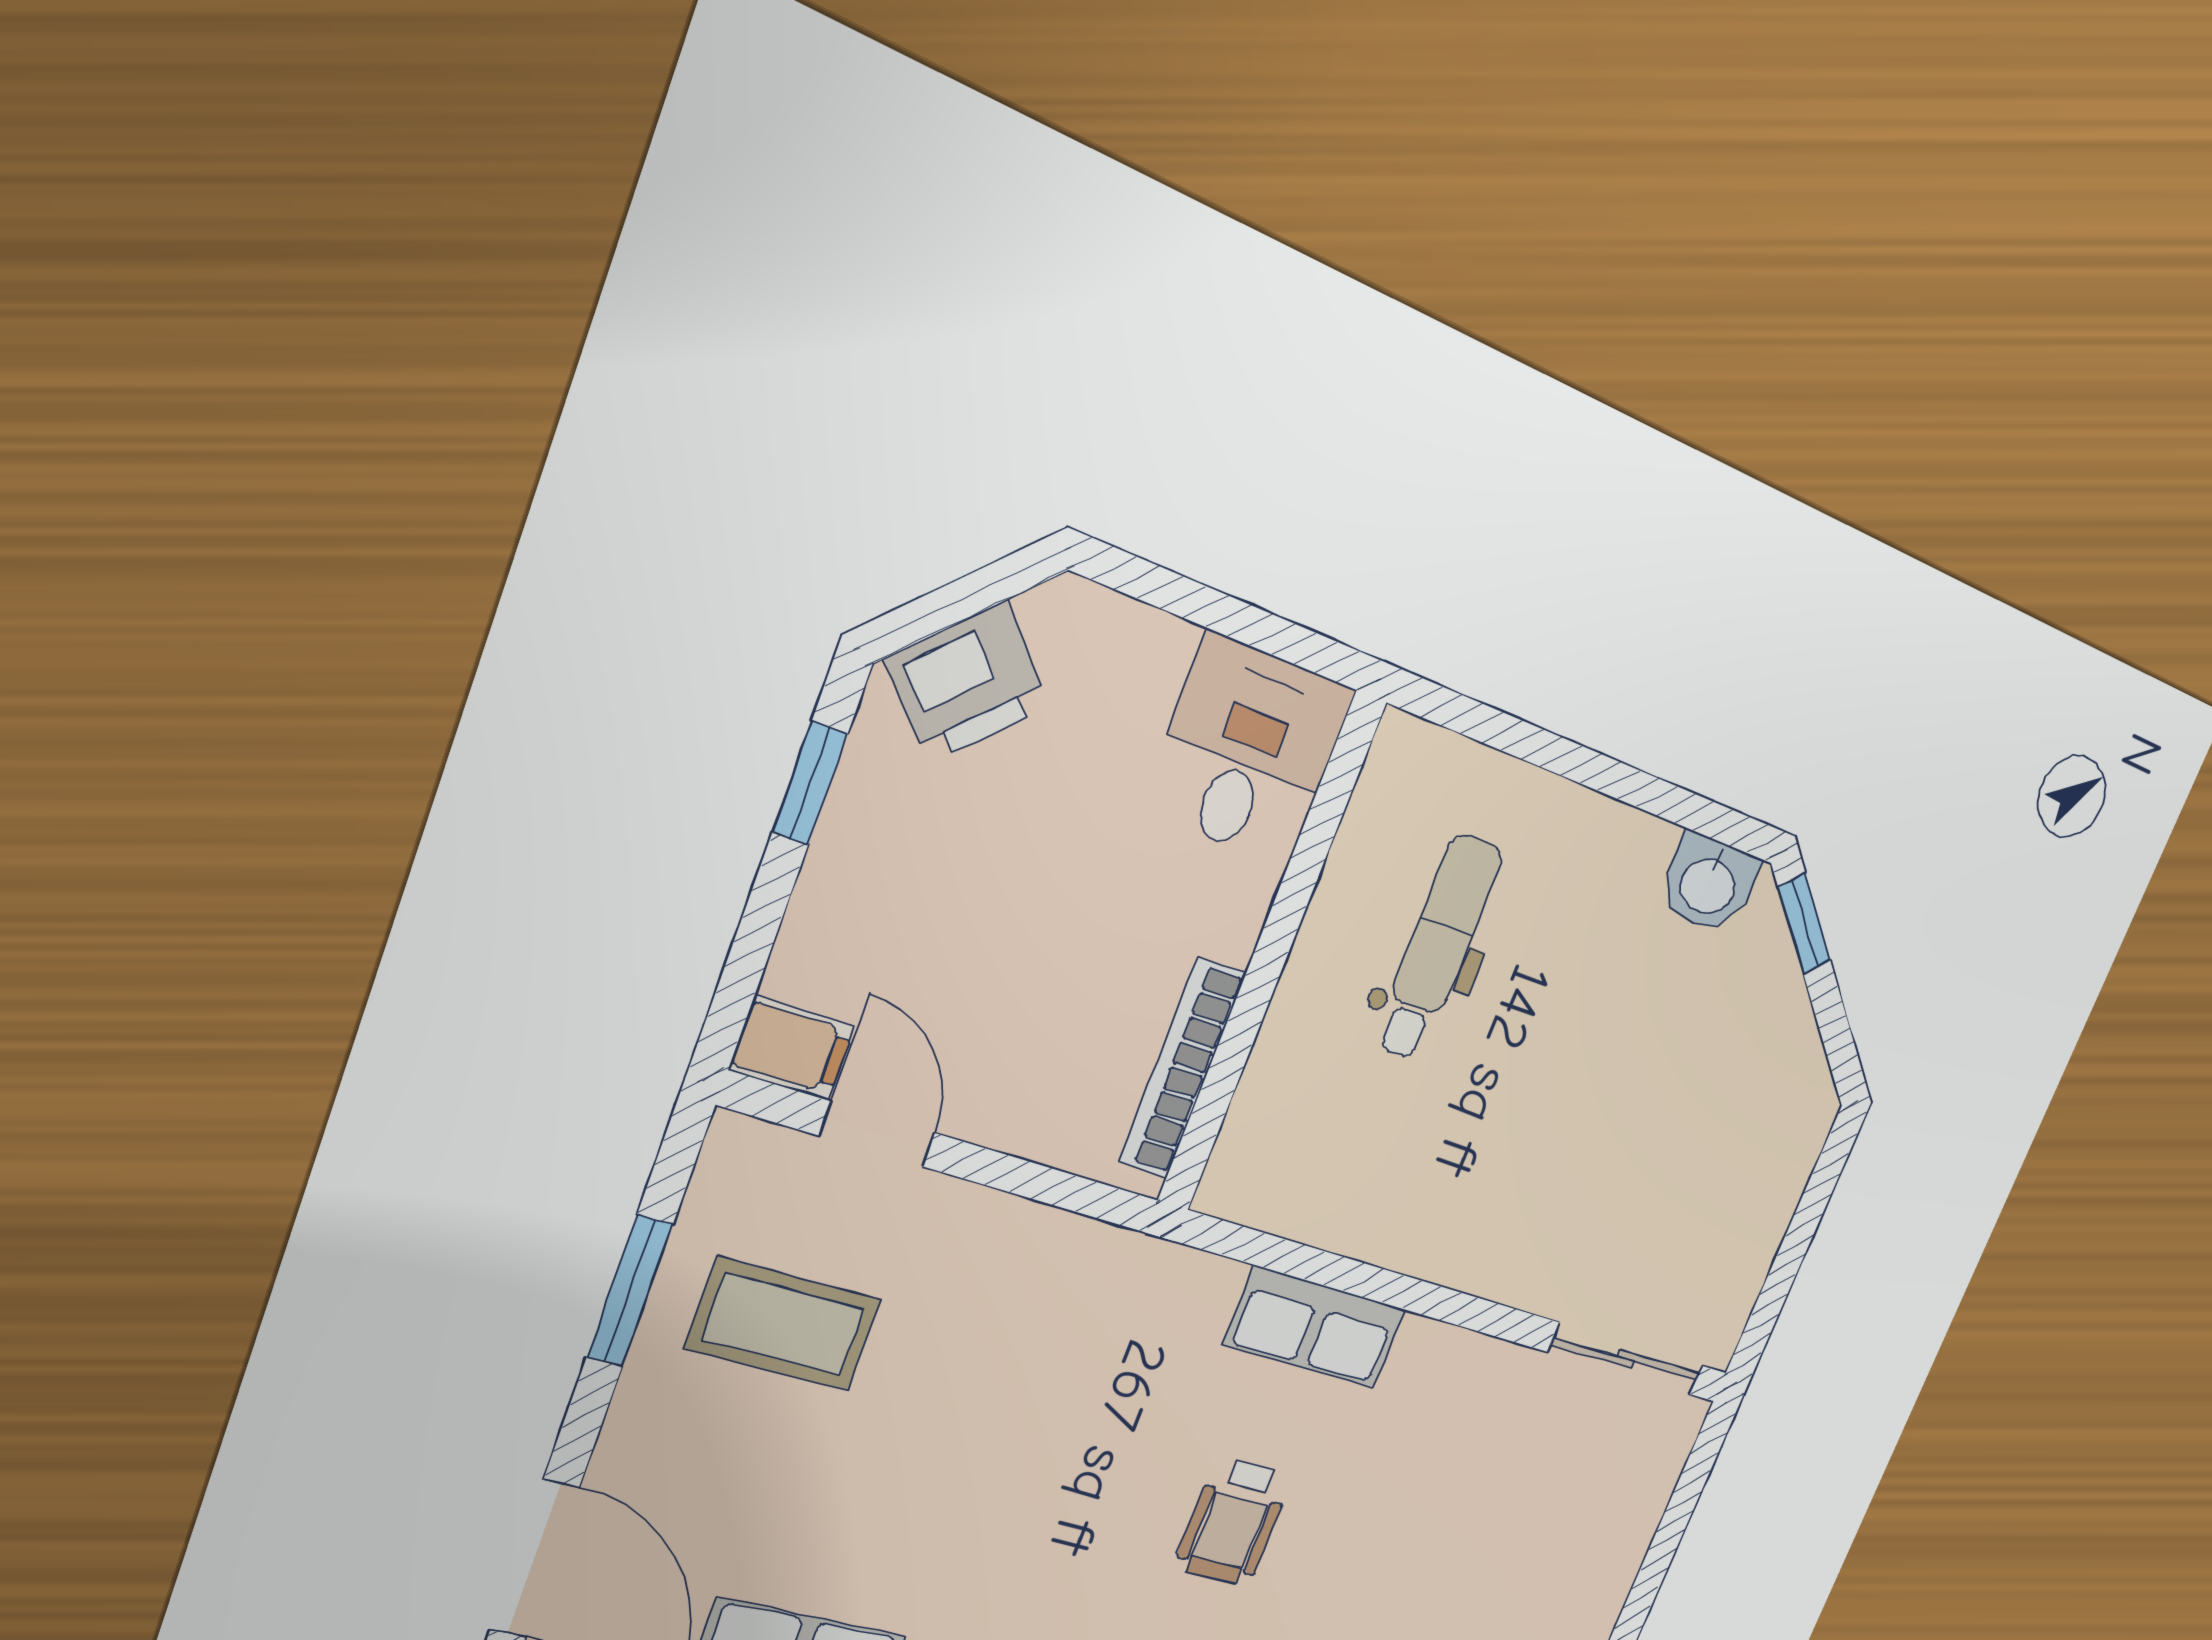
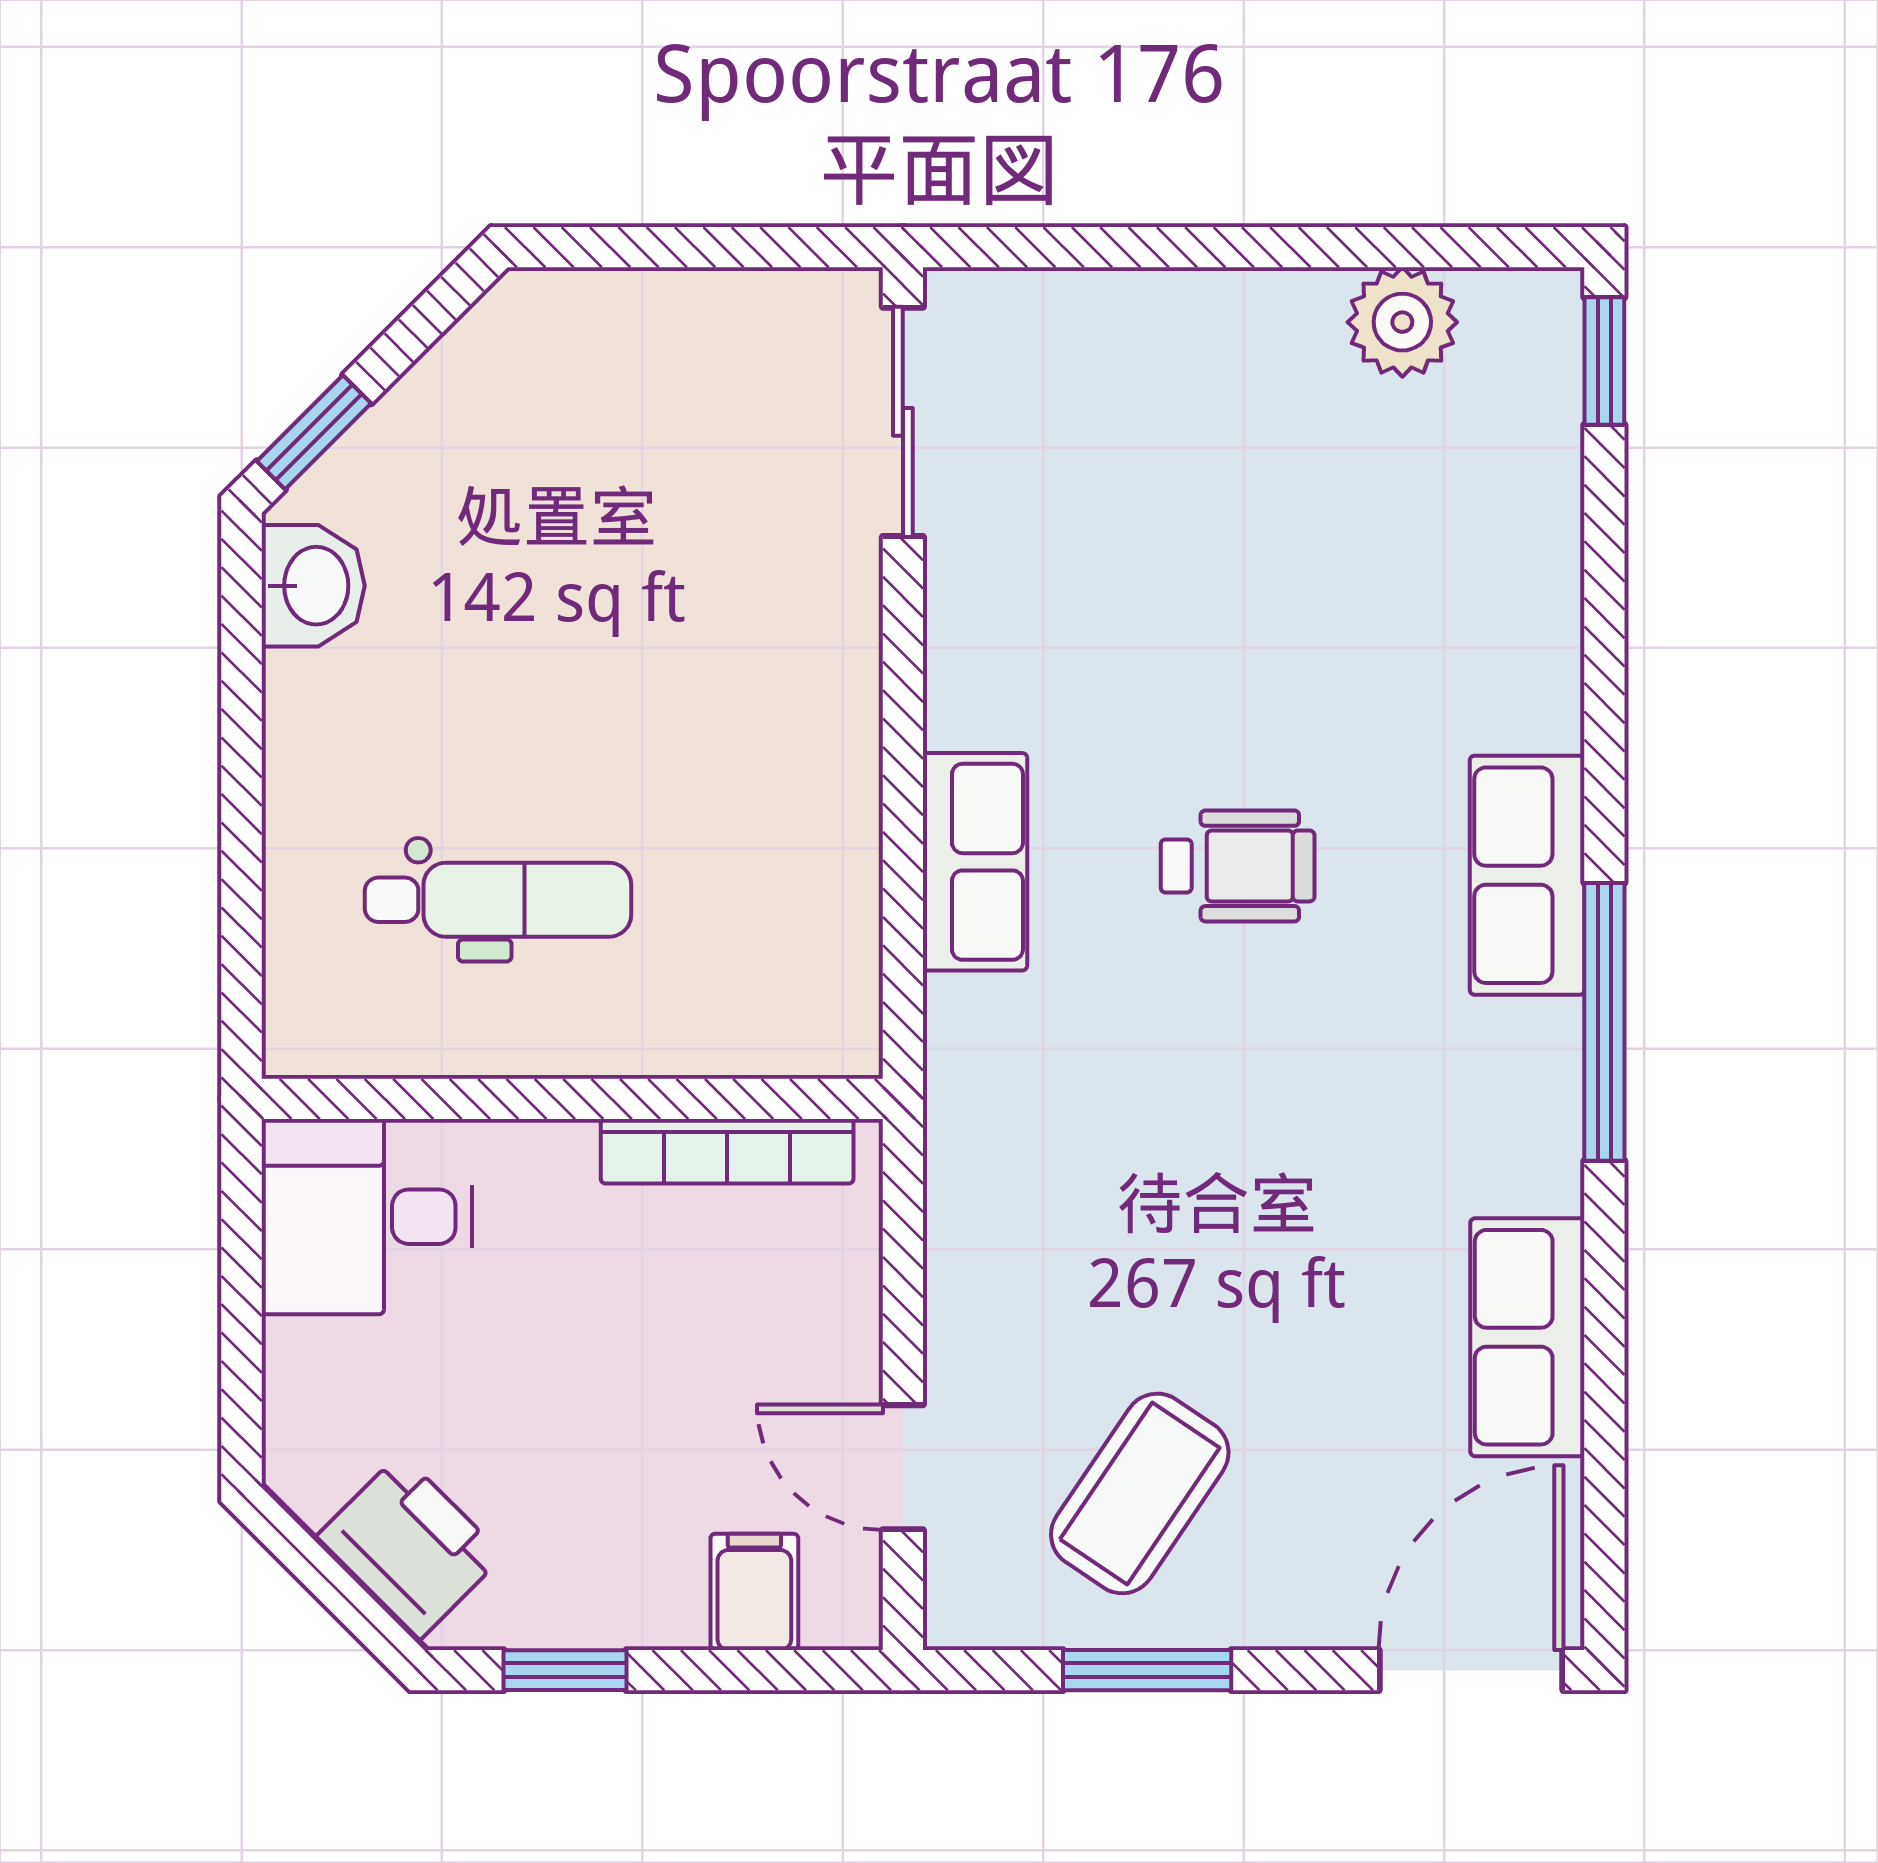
dental chair: (1438, 948) -> (498, 900), turned 180
filing cabinet: (792, 1048) -> (754, 1592), moved
door: (877, 1134) -> (903, 1467), hinge flipped
coffee table: (783, 1324) -> (1140, 1493), turned 34

